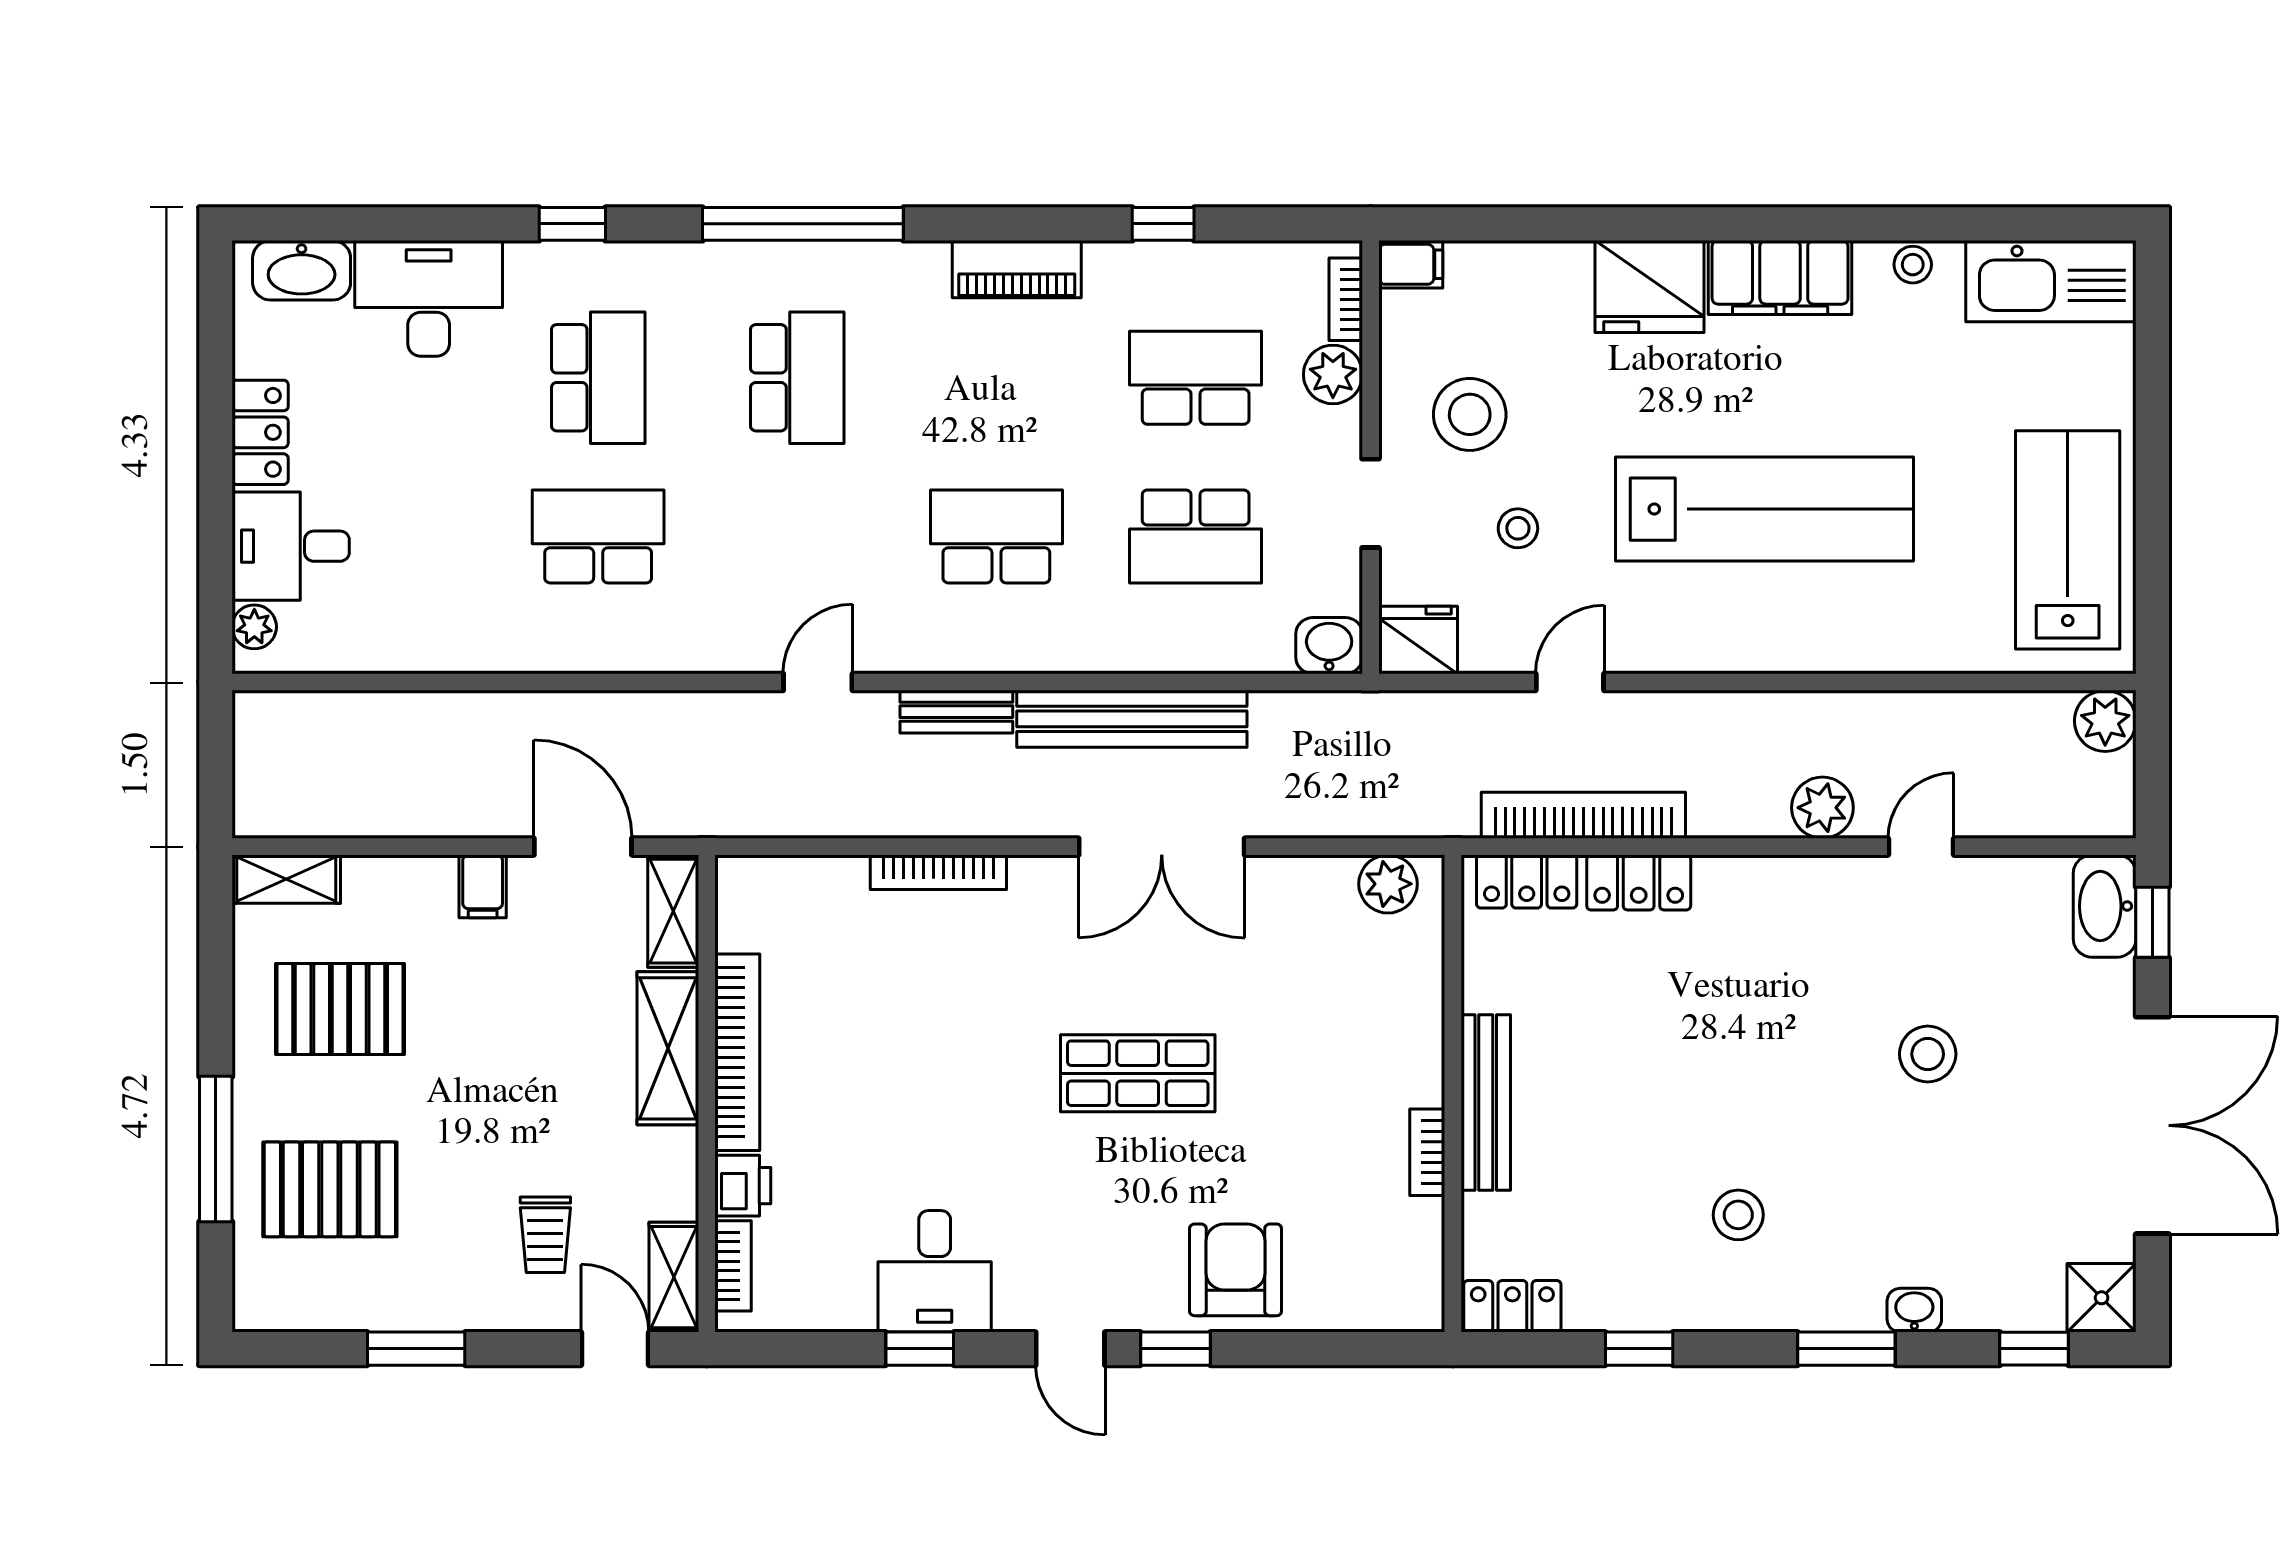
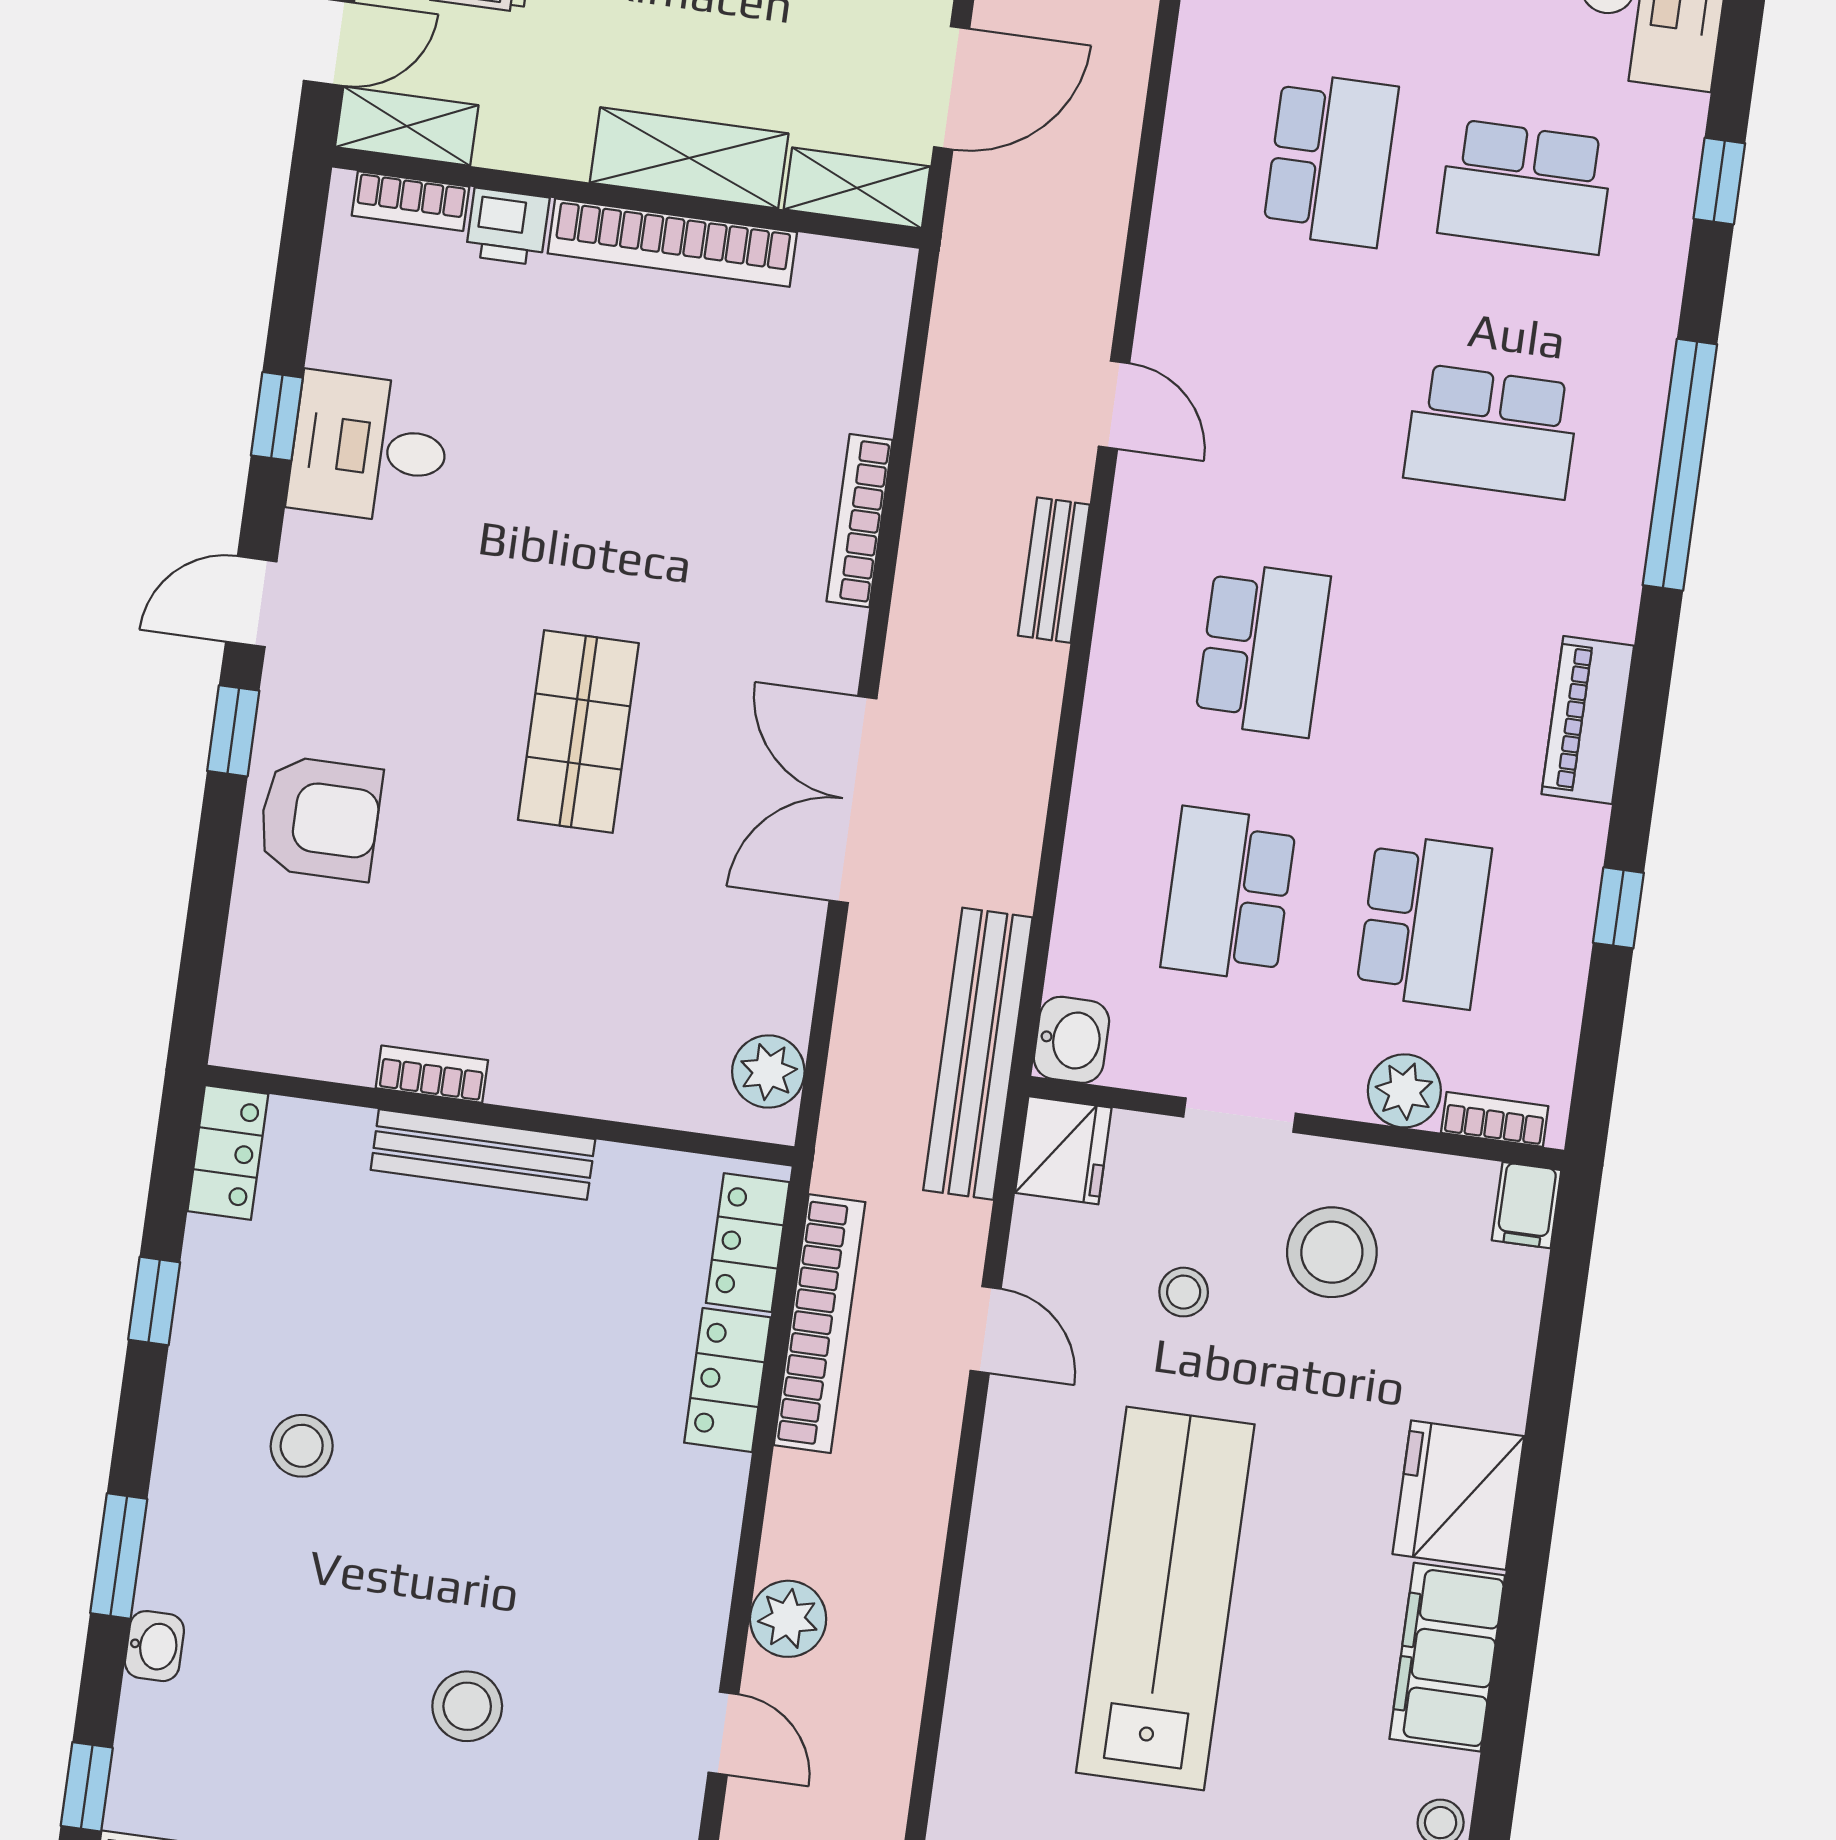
lab bench: (1764, 509) -> (1165, 1598), turned 180
bench: (1132, 719) -> (978, 1054), moved

